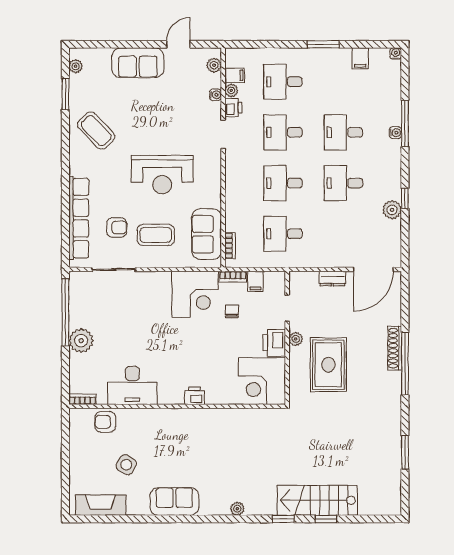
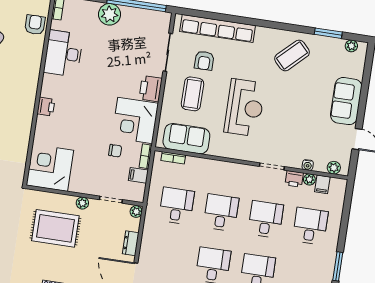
reception desk: (162, 175) -> (245, 108), turned 180
plant: (296, 278) -> (136, 212), added
printer: (274, 343) -> (151, 89), moved, turned -90

